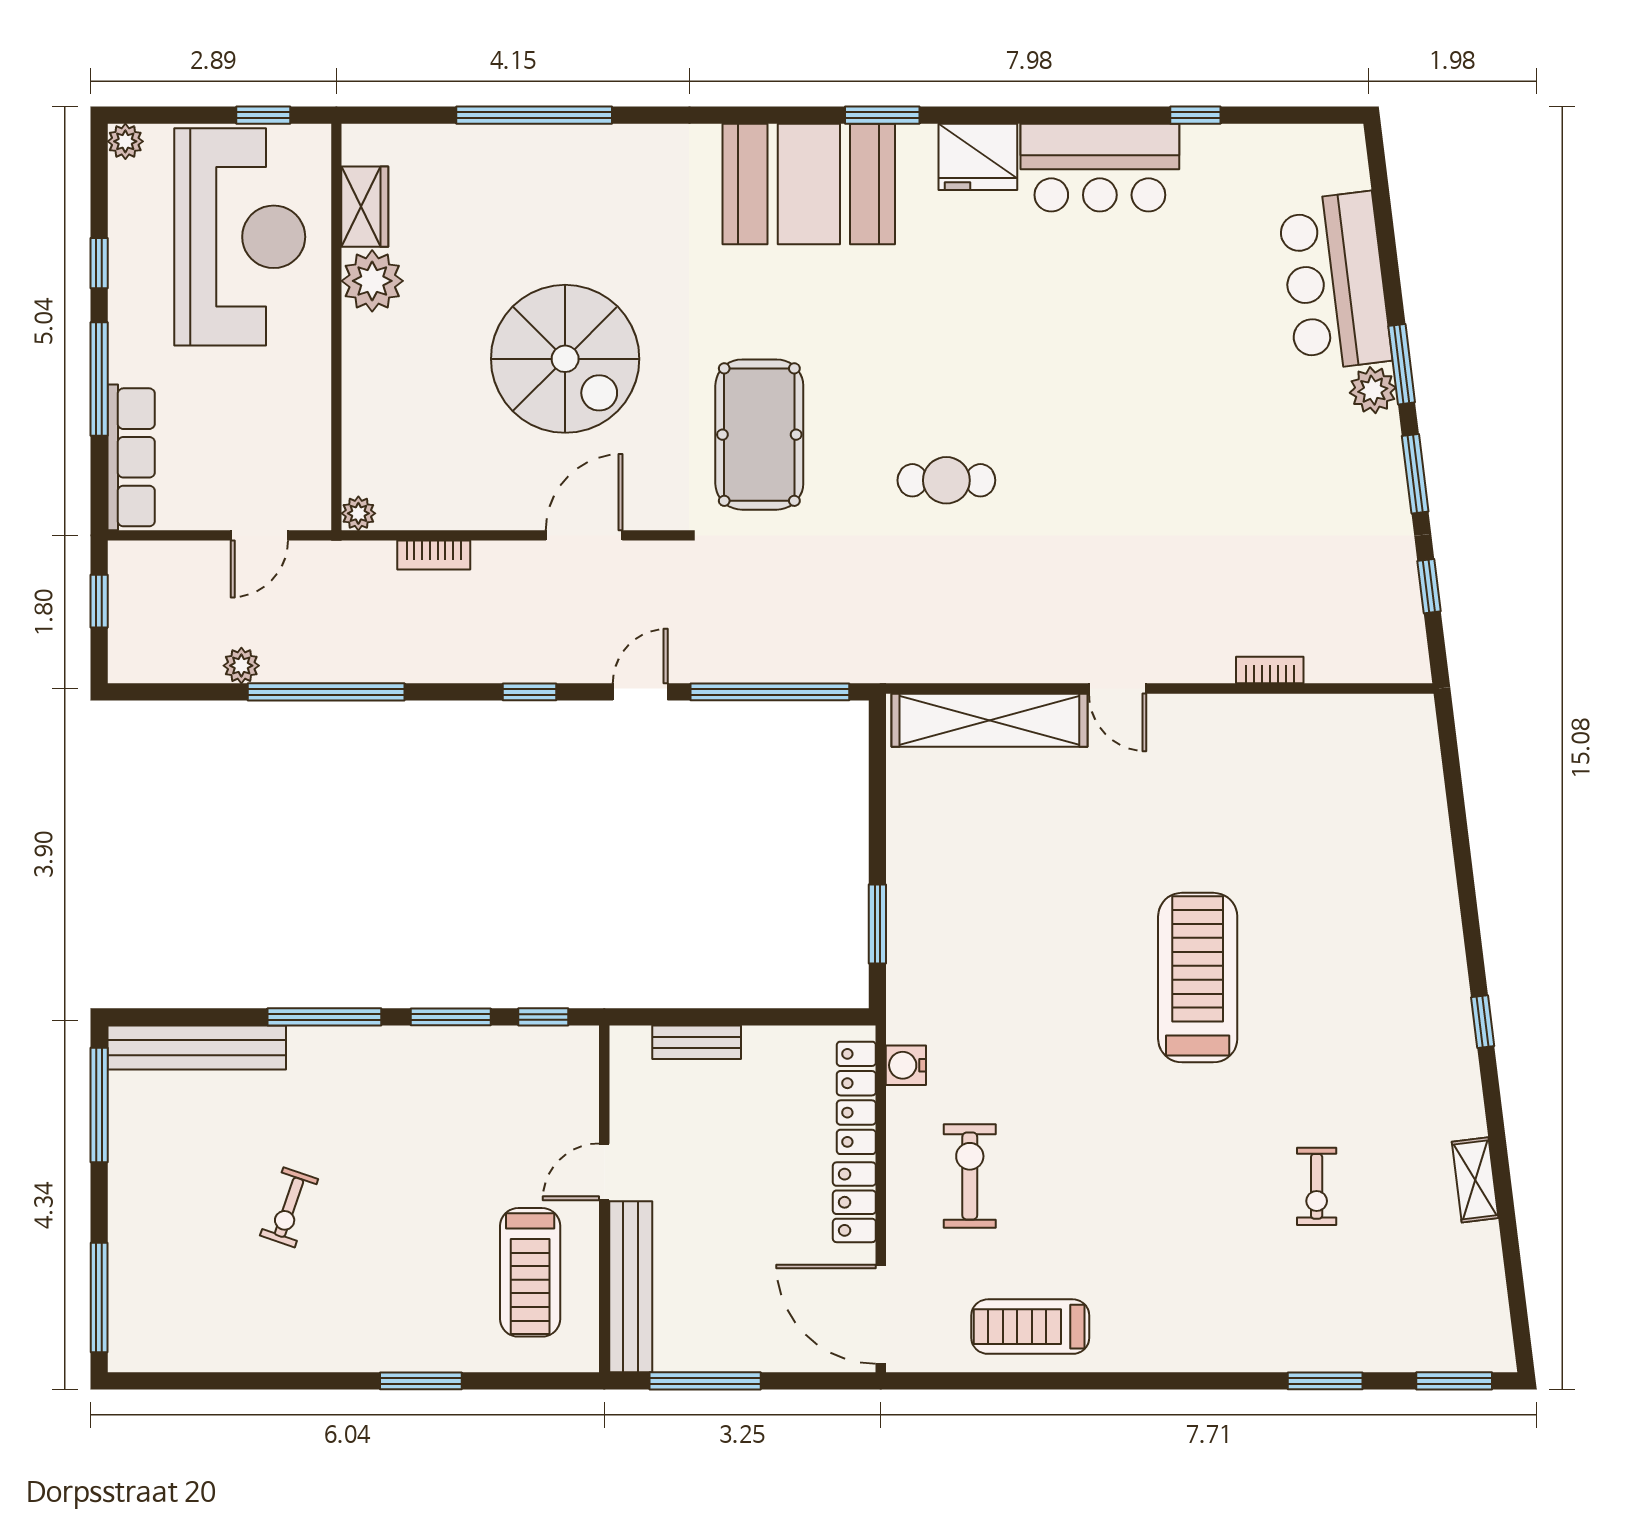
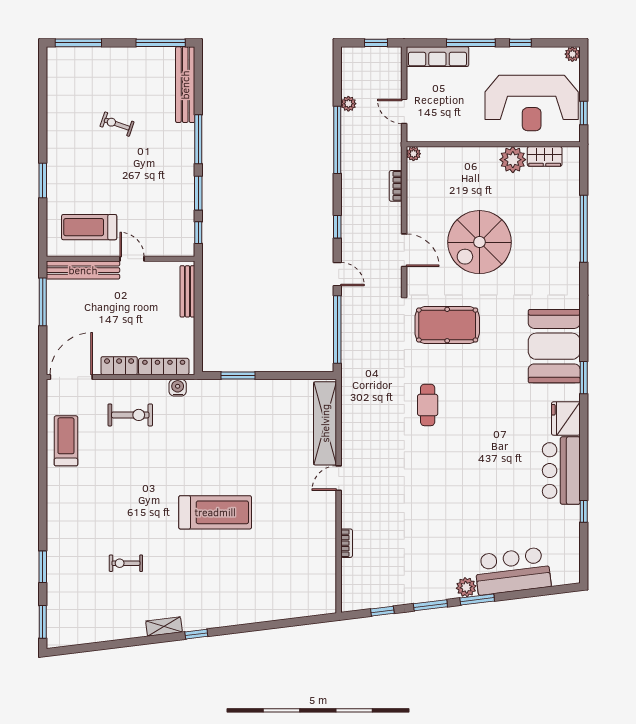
bench: (697, 1042) -> (187, 291), width x1.36
shelving: (1475, 1180) -> (164, 627), moved

